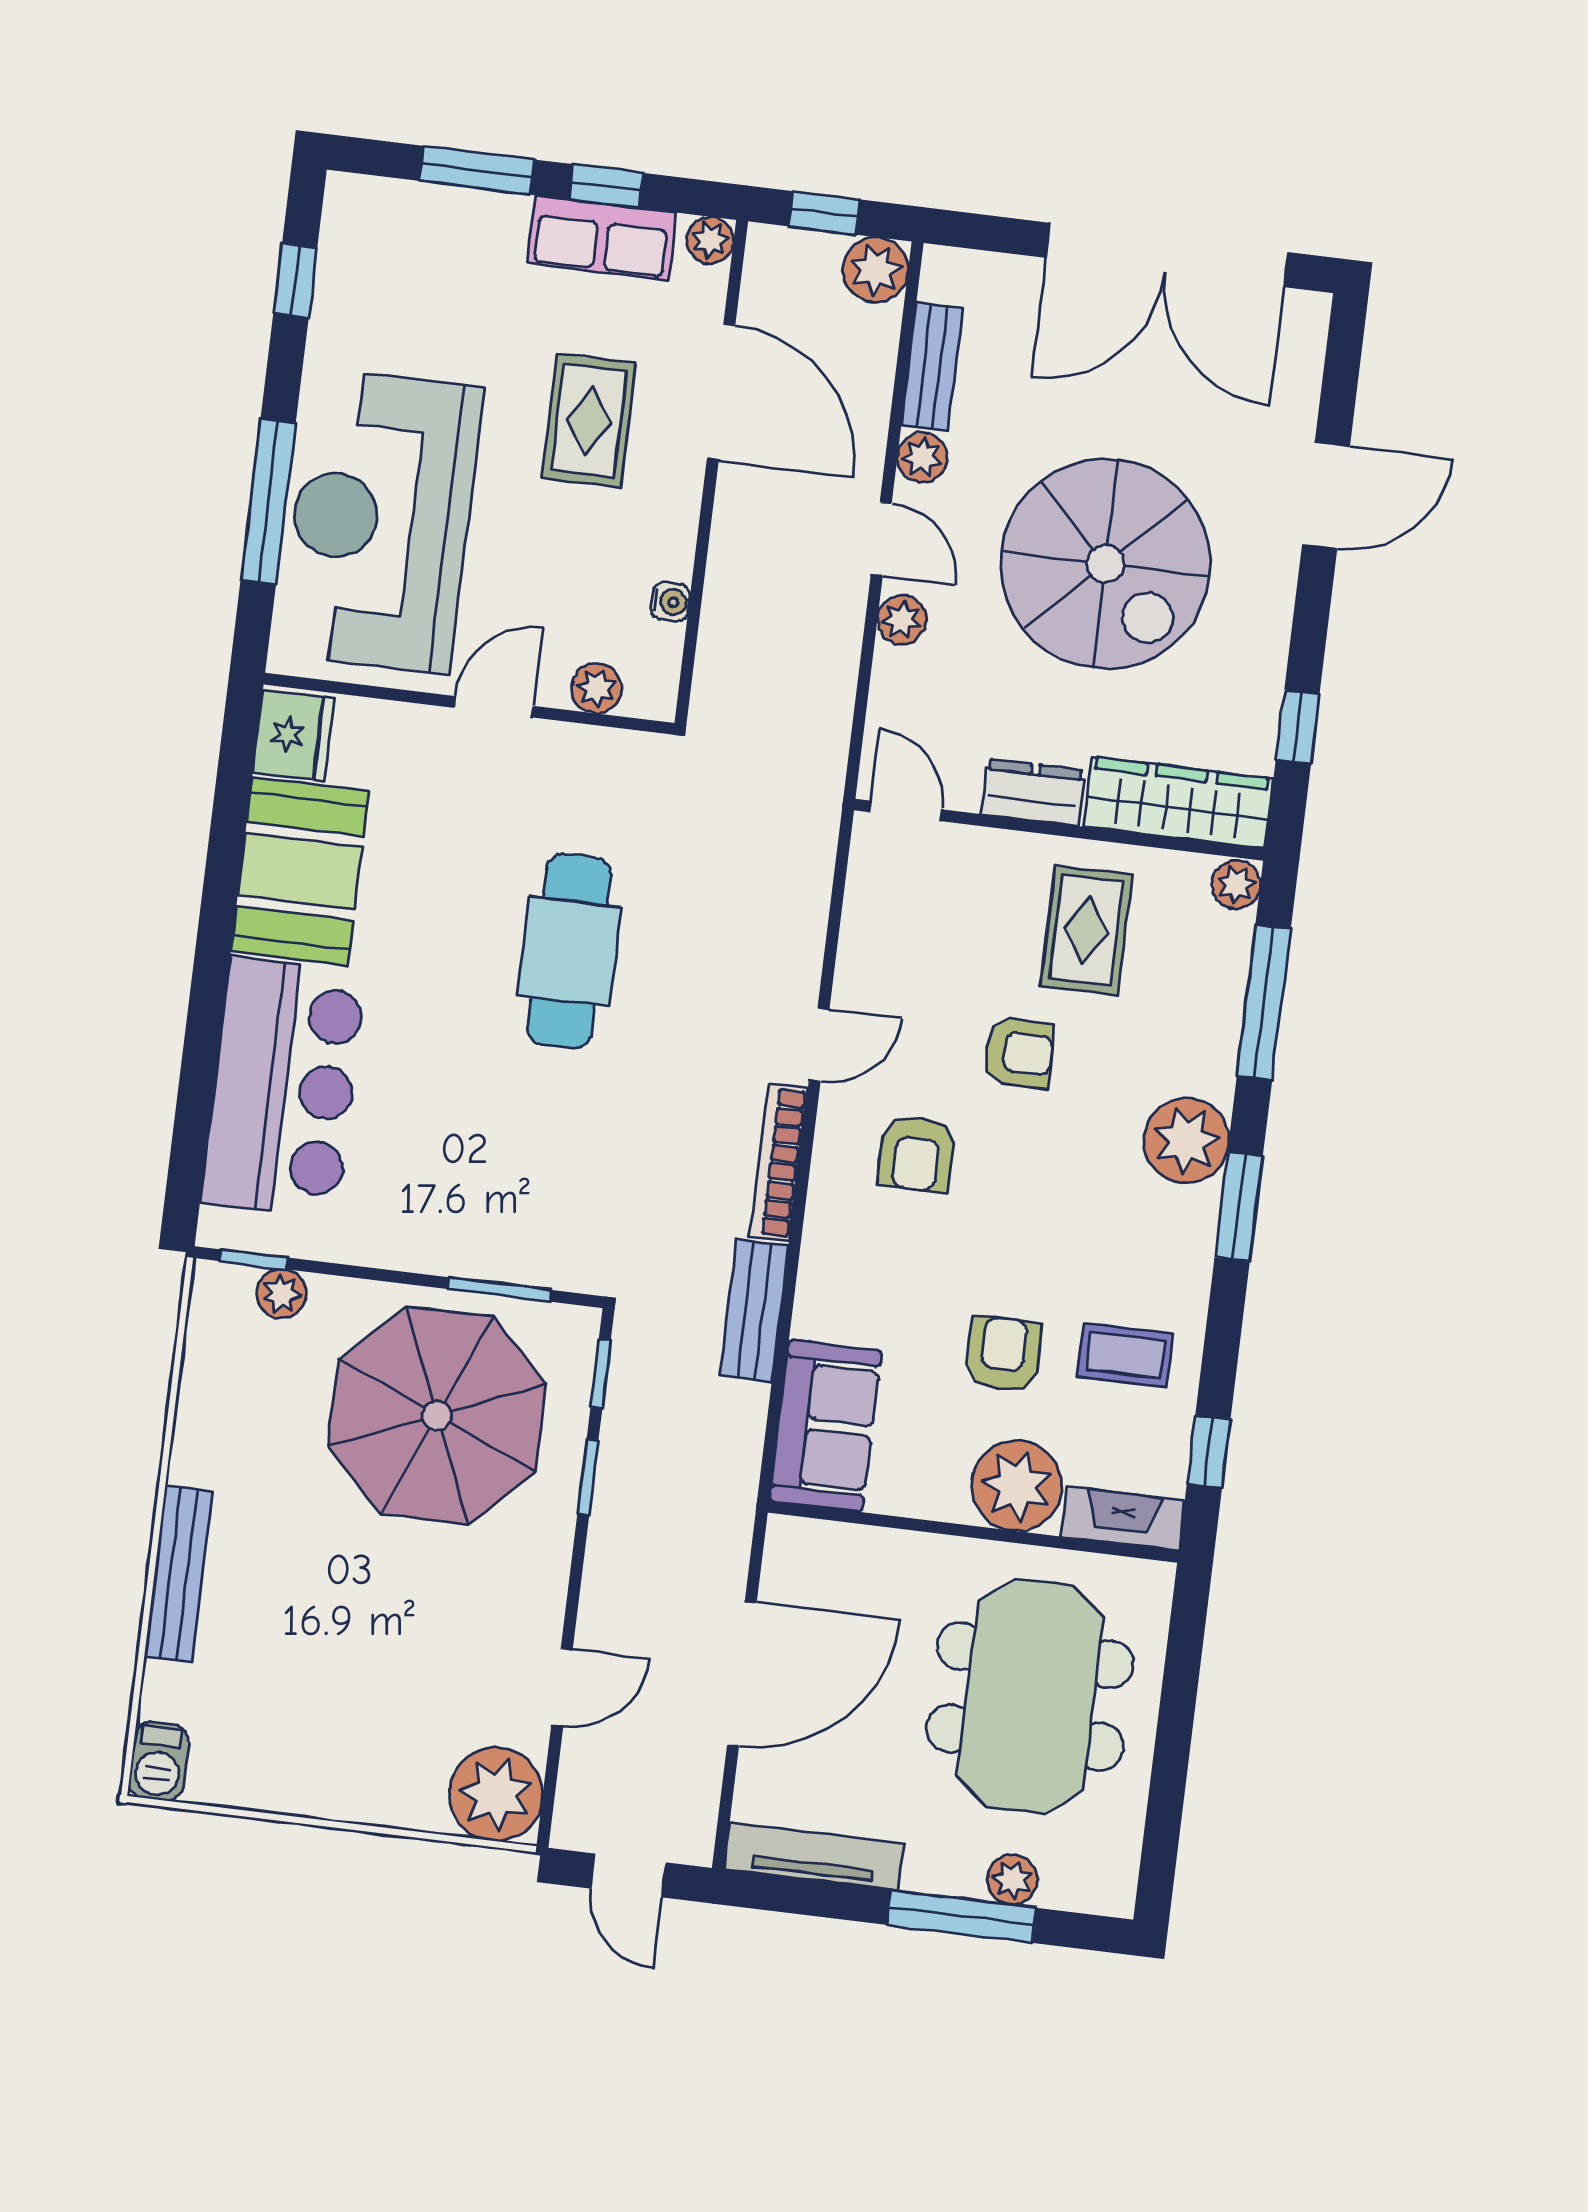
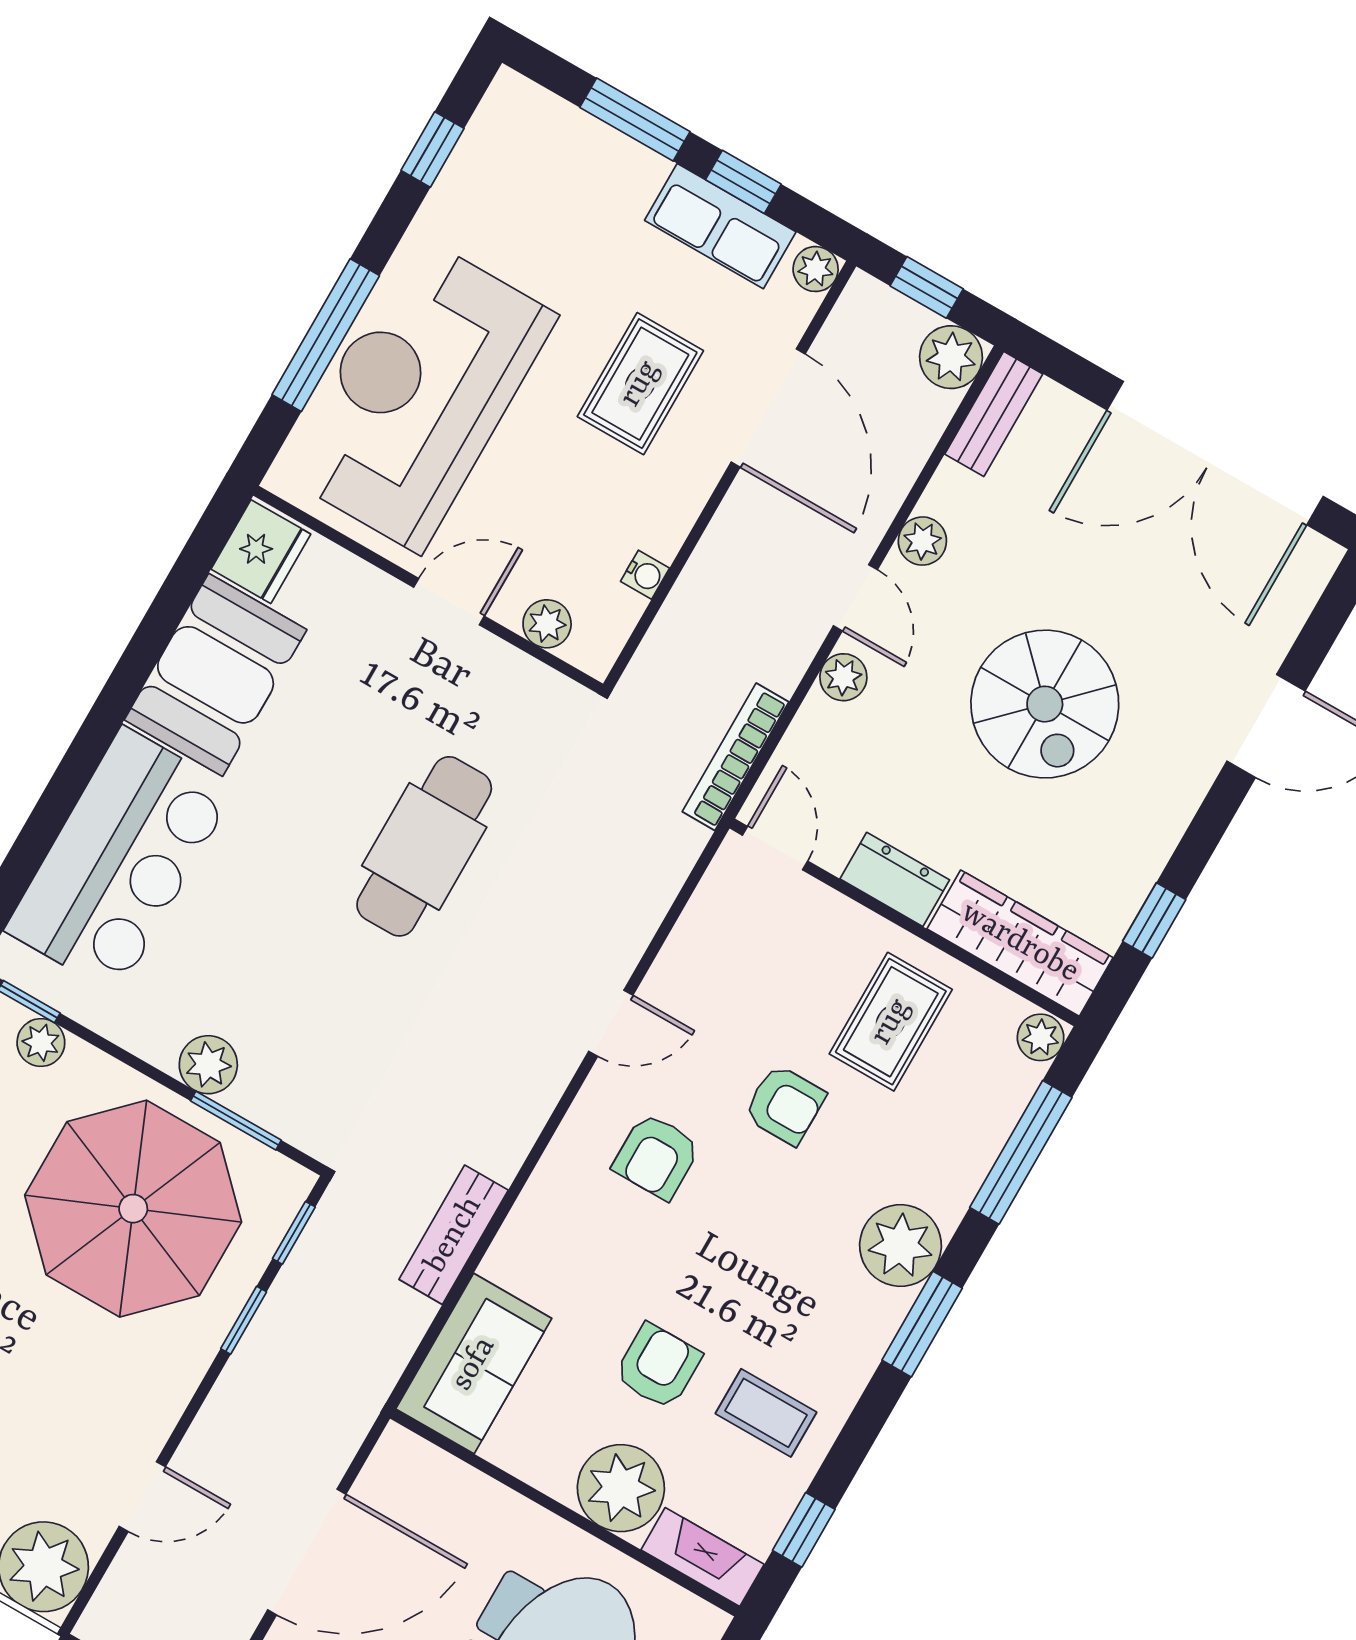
bench: (932, 367) -> (994, 414), moved
spiral stairs: (1105, 564) -> (1045, 704), width x0.73, depth x0.73
bookcase: (779, 1162) -> (736, 757), moved
plant: (451, 1247) -> (208, 1065), added

